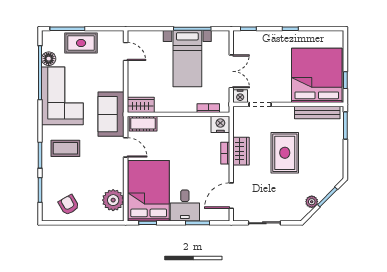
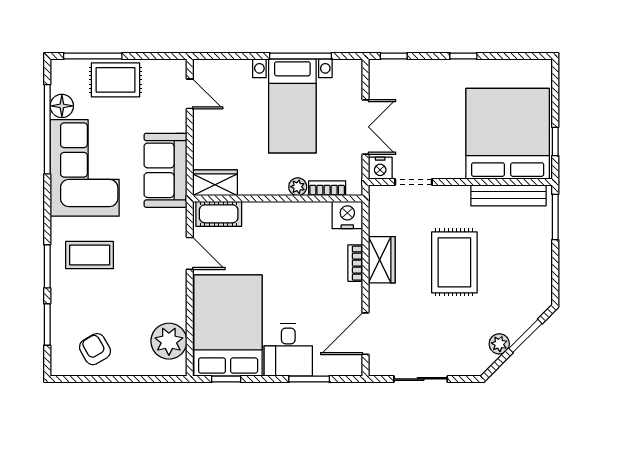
plant: (191, 107) -> (298, 187), added
sofa: (111, 114) -> (165, 170), moved

